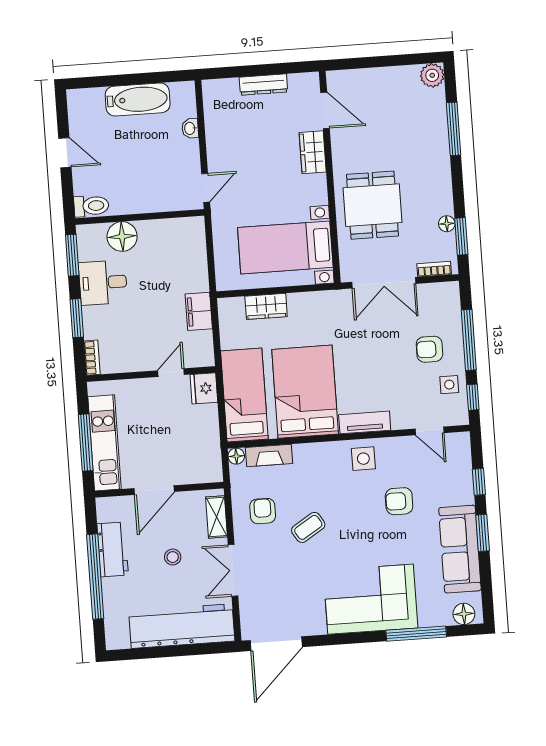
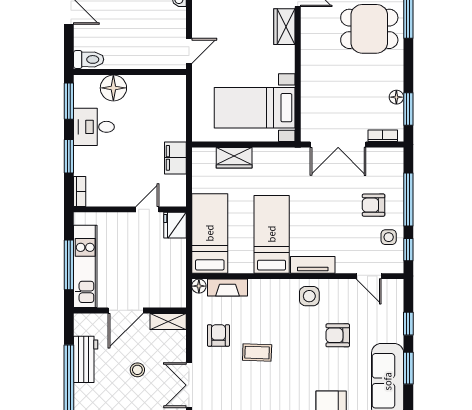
dining table: (372, 205) -> (369, 29), moved, turned 90
bed: (305, 392) -> (272, 234), width x0.67
shelving: (217, 517) -> (168, 321), moved, turned 90
coffee table: (308, 527) -> (257, 353), turned 34

